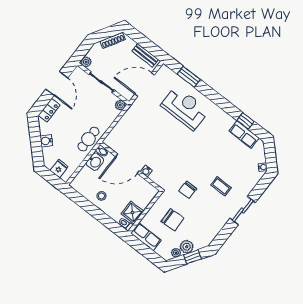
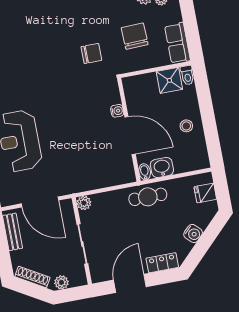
plant: (86, 62) -> (61, 282), moved
coffee table: (221, 186) -> (54, 27), removed

